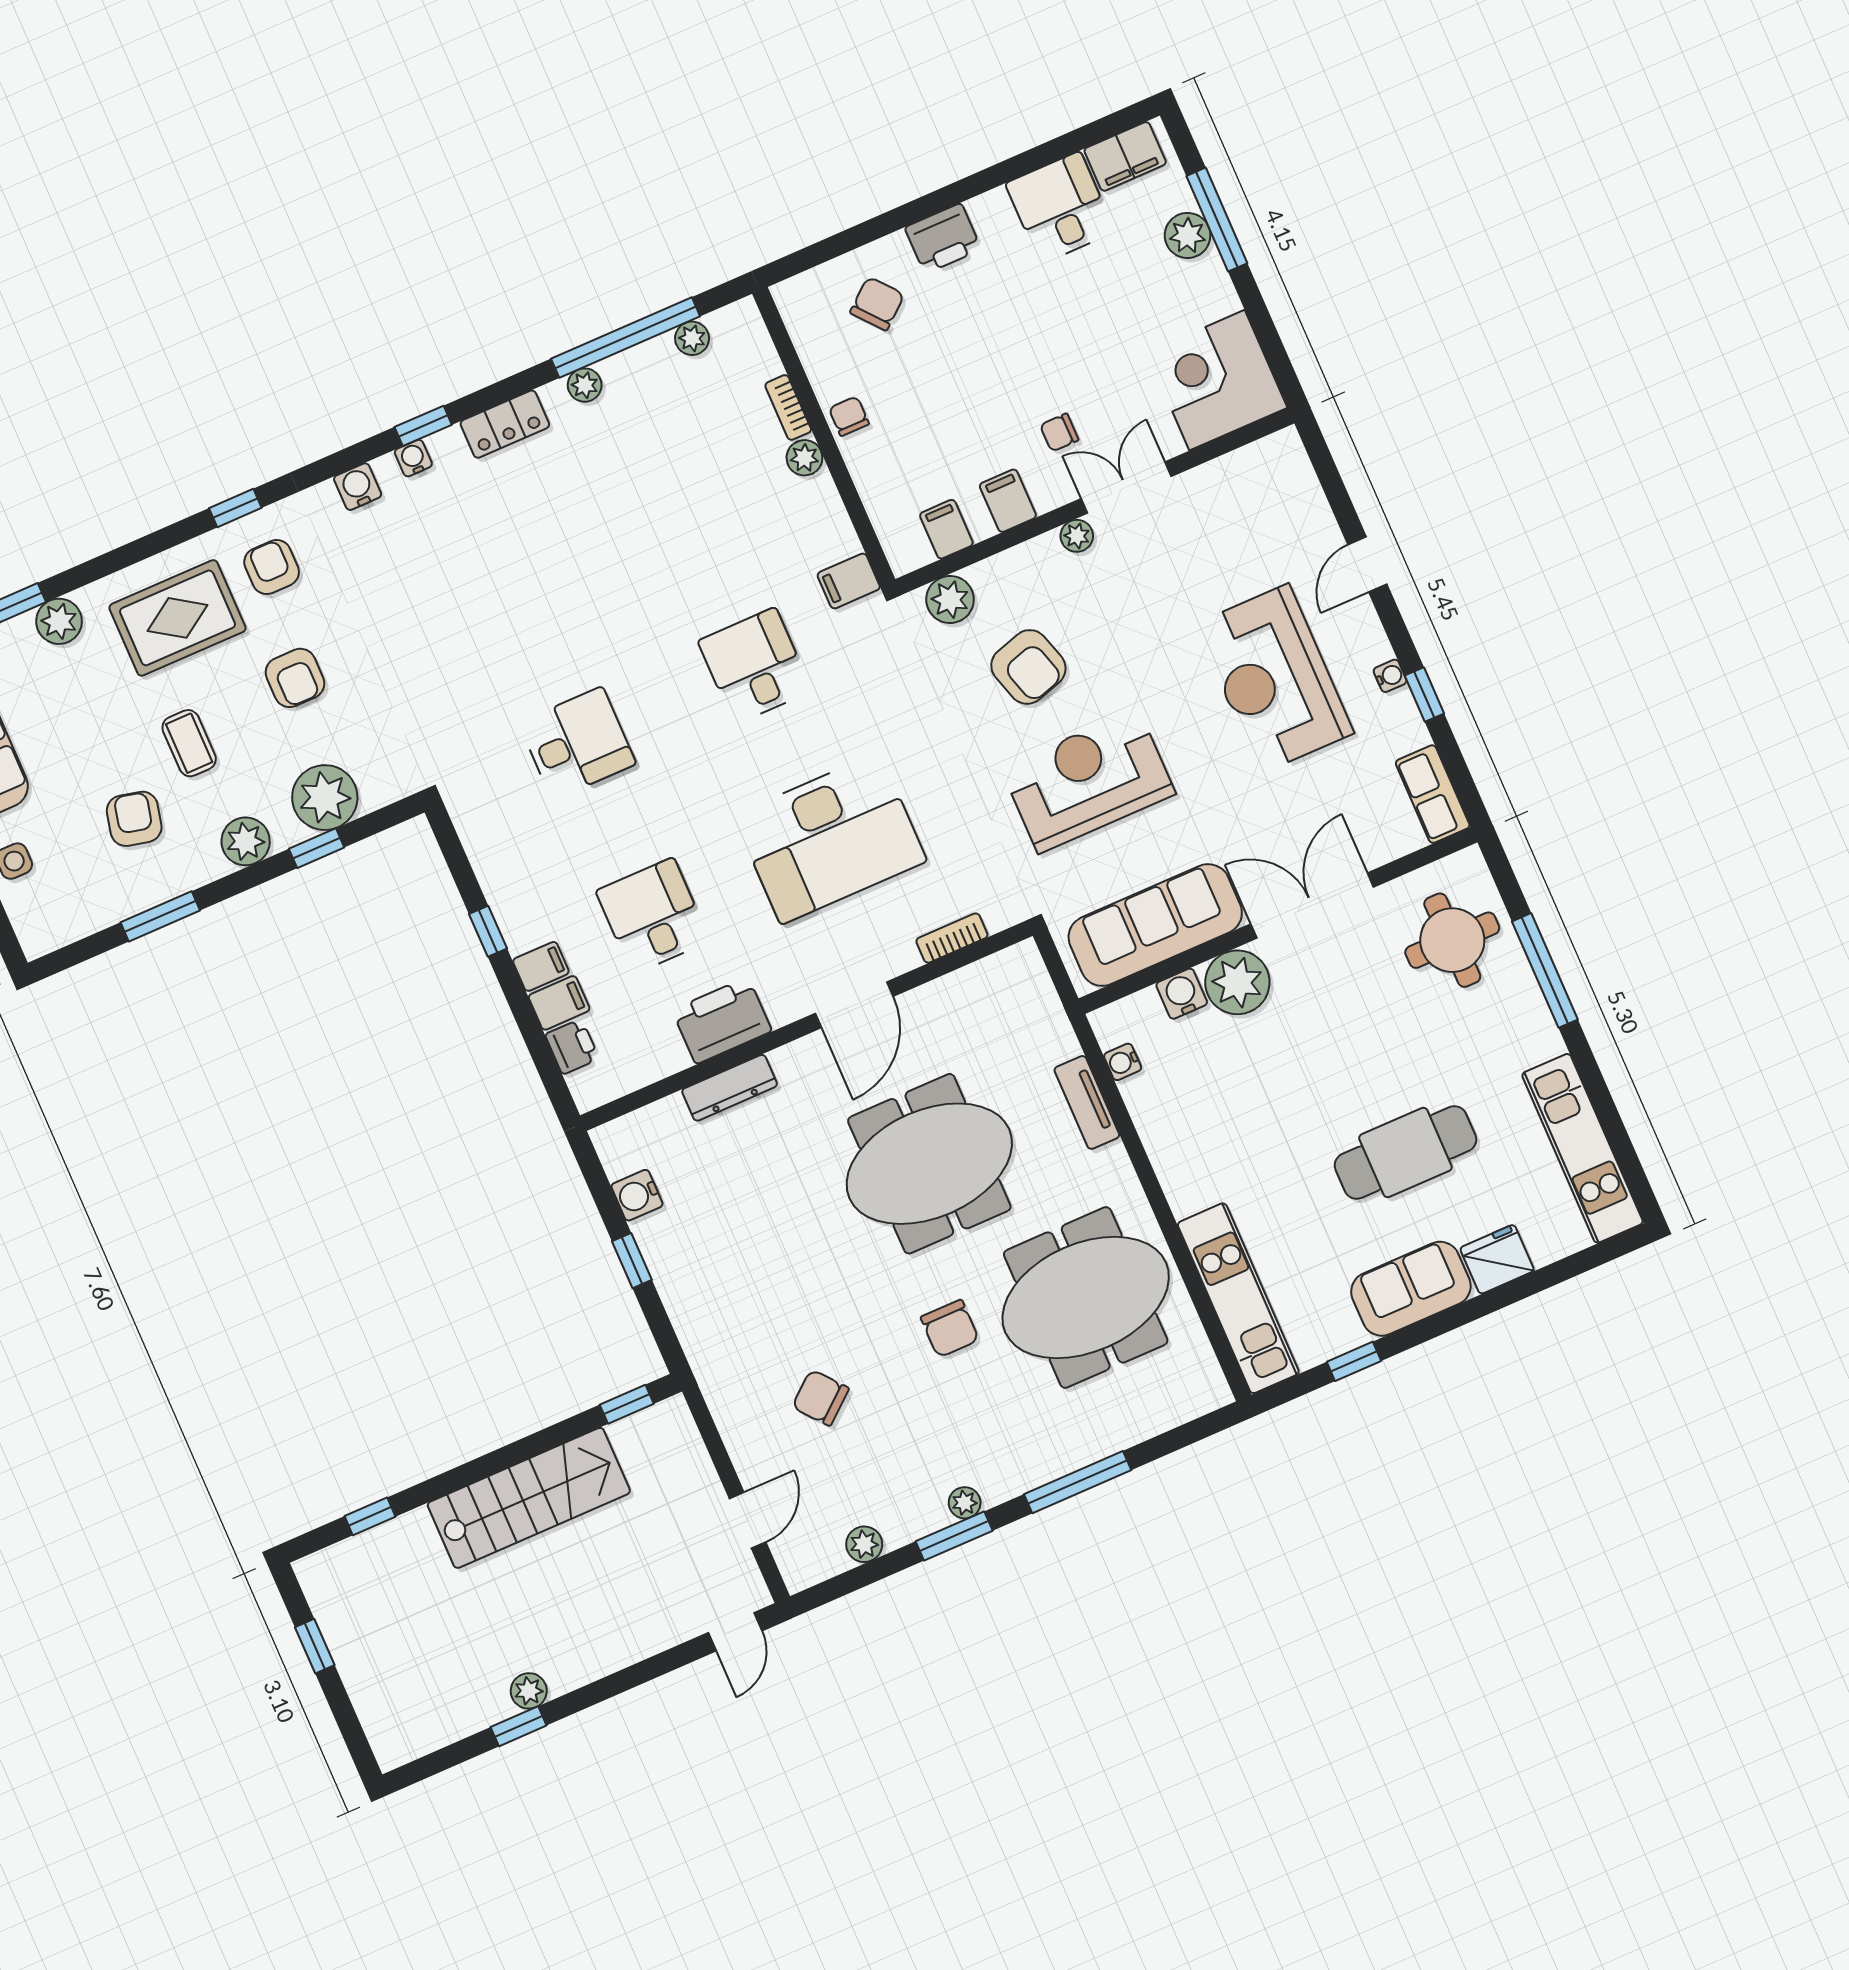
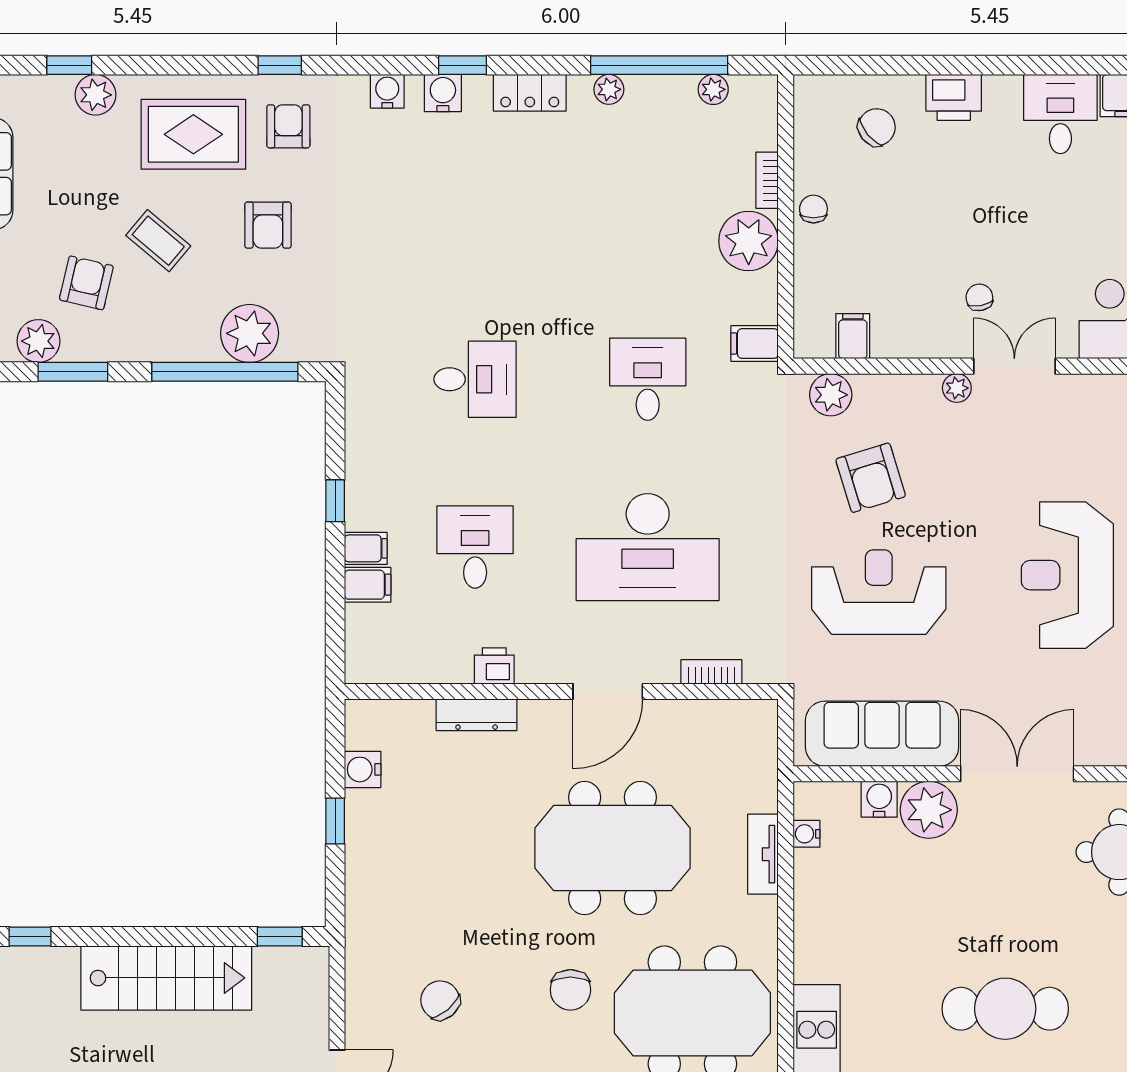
chair: (1059, 432) -> (979, 297), turned 79
water cooler: (413, 458) -> (443, 93), width x1.38, depth x1.38
plant: (804, 458) -> (749, 241), width x1.88, depth x1.88
filing cabinet: (1008, 501) -> (913, 335), removed
coffee table: (189, 743) -> (158, 241), turned -50
plant: (246, 841) -> (38, 341), moved
window: (317, 848) -> (225, 372), width x3.17
printer: (722, 1021) -> (494, 666), width x0.53, depth x0.68
printer: (572, 1047) -> (363, 625), removed

